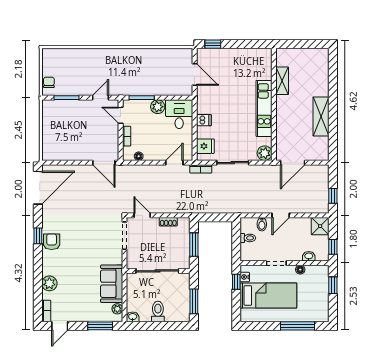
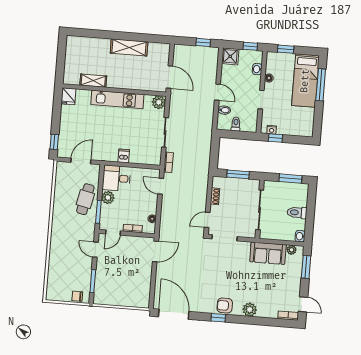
cafe table: (154, 83) -> (85, 199), added
fridge: (205, 146) -> (68, 96), moved, turned 180
plant: (49, 283) -> (250, 310), moved
bed: (268, 296) -> (305, 81), moved, turned 180

